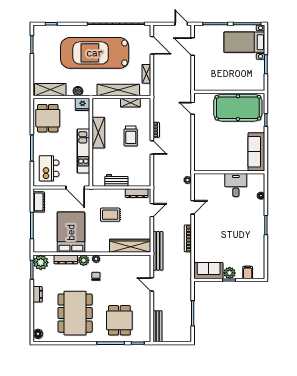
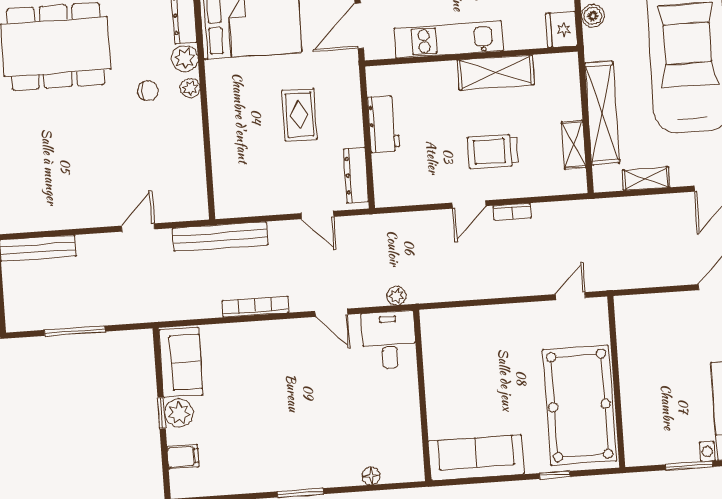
desk: (236, 185) -> (389, 340), moved, turned -90
wardrobe: (130, 246) -> (228, 168), removed
dining table: (119, 320) -> (46, 155), removed

